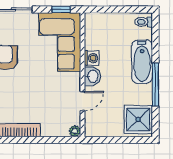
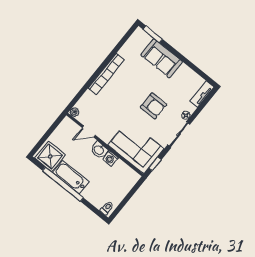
bathtub: (142, 62) -> (71, 177), moved
window: (155, 85) -> (63, 184), width x1.46
door: (82, 101) -> (89, 132), hinge flipped

